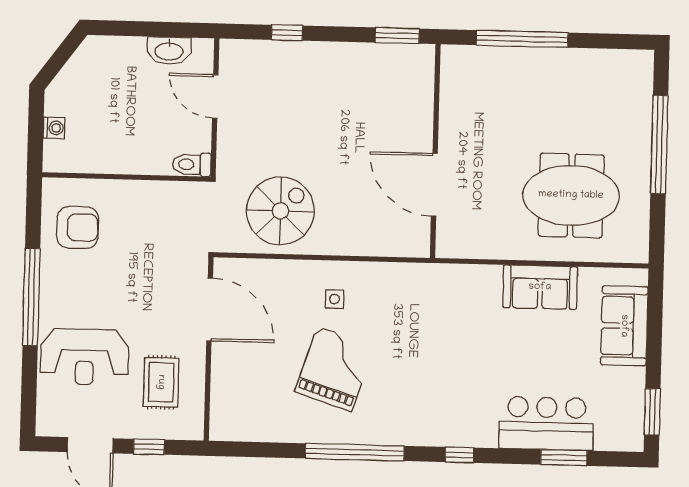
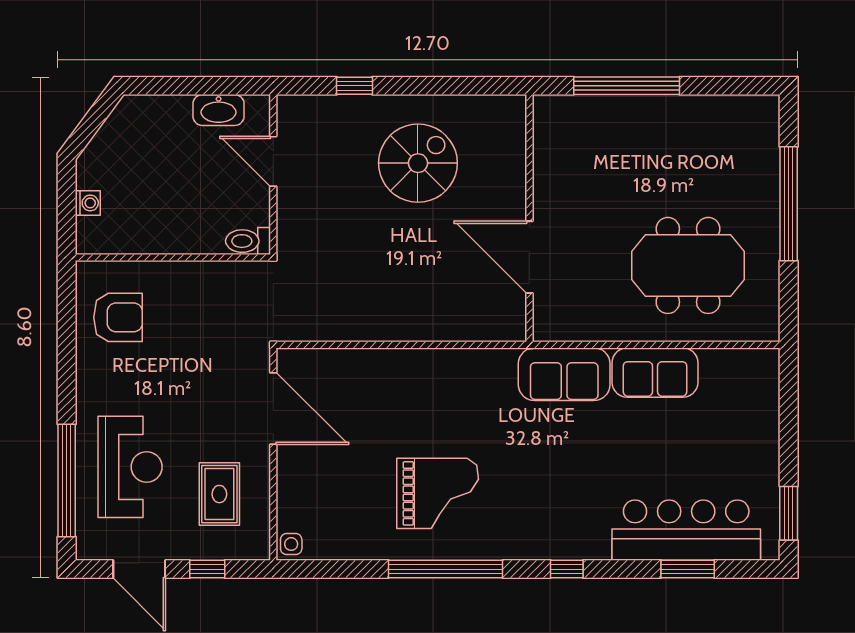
window: (397, 36) -> (482, 86), removed
spiral stairs: (280, 211) -> (418, 163), moved
window: (31, 297) -> (67, 481), moved
side table: (334, 299) -> (291, 544), moved
sofa: (624, 326) -> (564, 374), moved, turned -90
reception desk: (85, 357) -> (130, 467), turned -90
grand piano: (335, 369) -> (438, 493), moved, turned 72
bar counter: (546, 424) -> (686, 530), width x1.36

